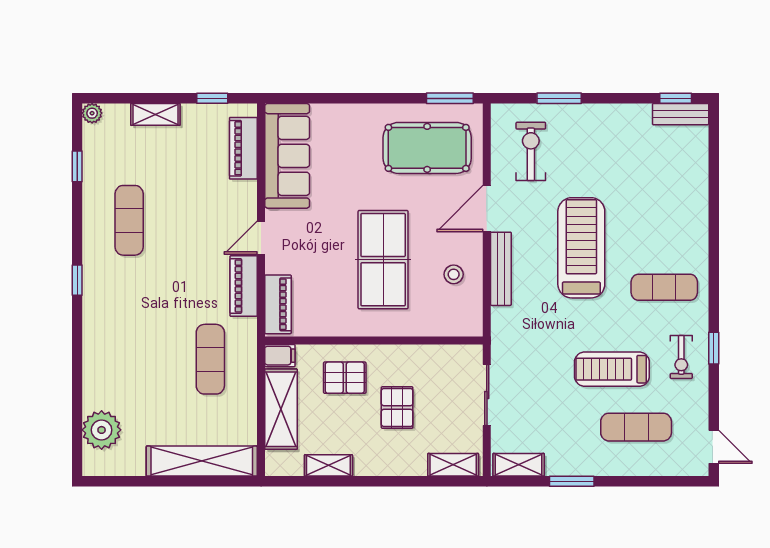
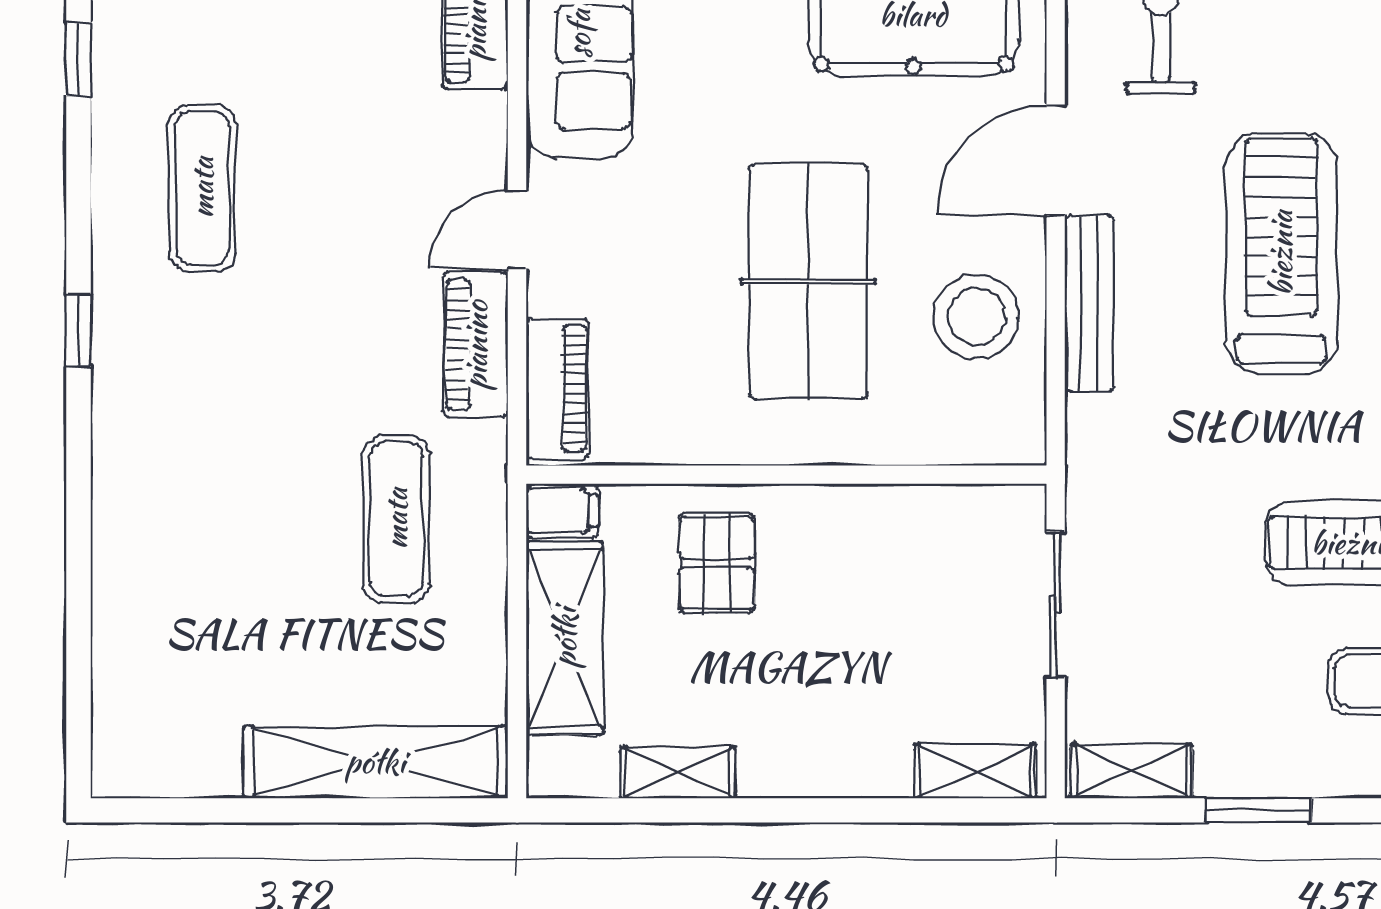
stool: (454, 274) -> (977, 317), width x1.89, depth x1.89
pallet: (345, 378) -> (717, 563), turned 90
pallet: (397, 408) -> (842, 634), removed
plant: (102, 430) -> (137, 688), removed

